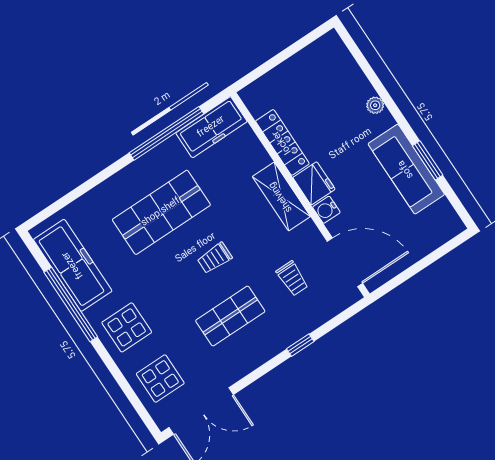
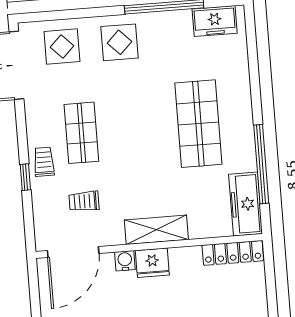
locker: (282, 142) -> (233, 253), moved
trolley: (215, 258) -> (44, 162), moved
freezer: (73, 265) -> (215, 21), width x0.52, depth x0.79

